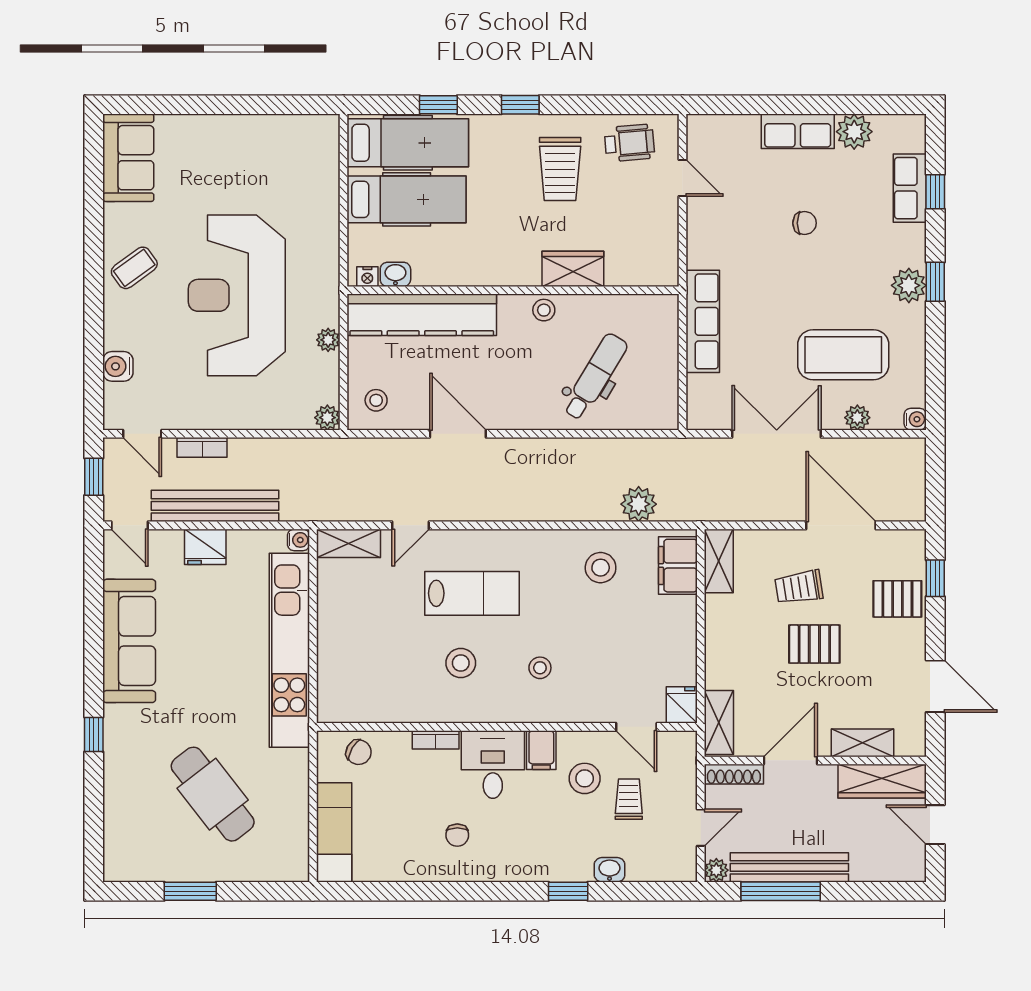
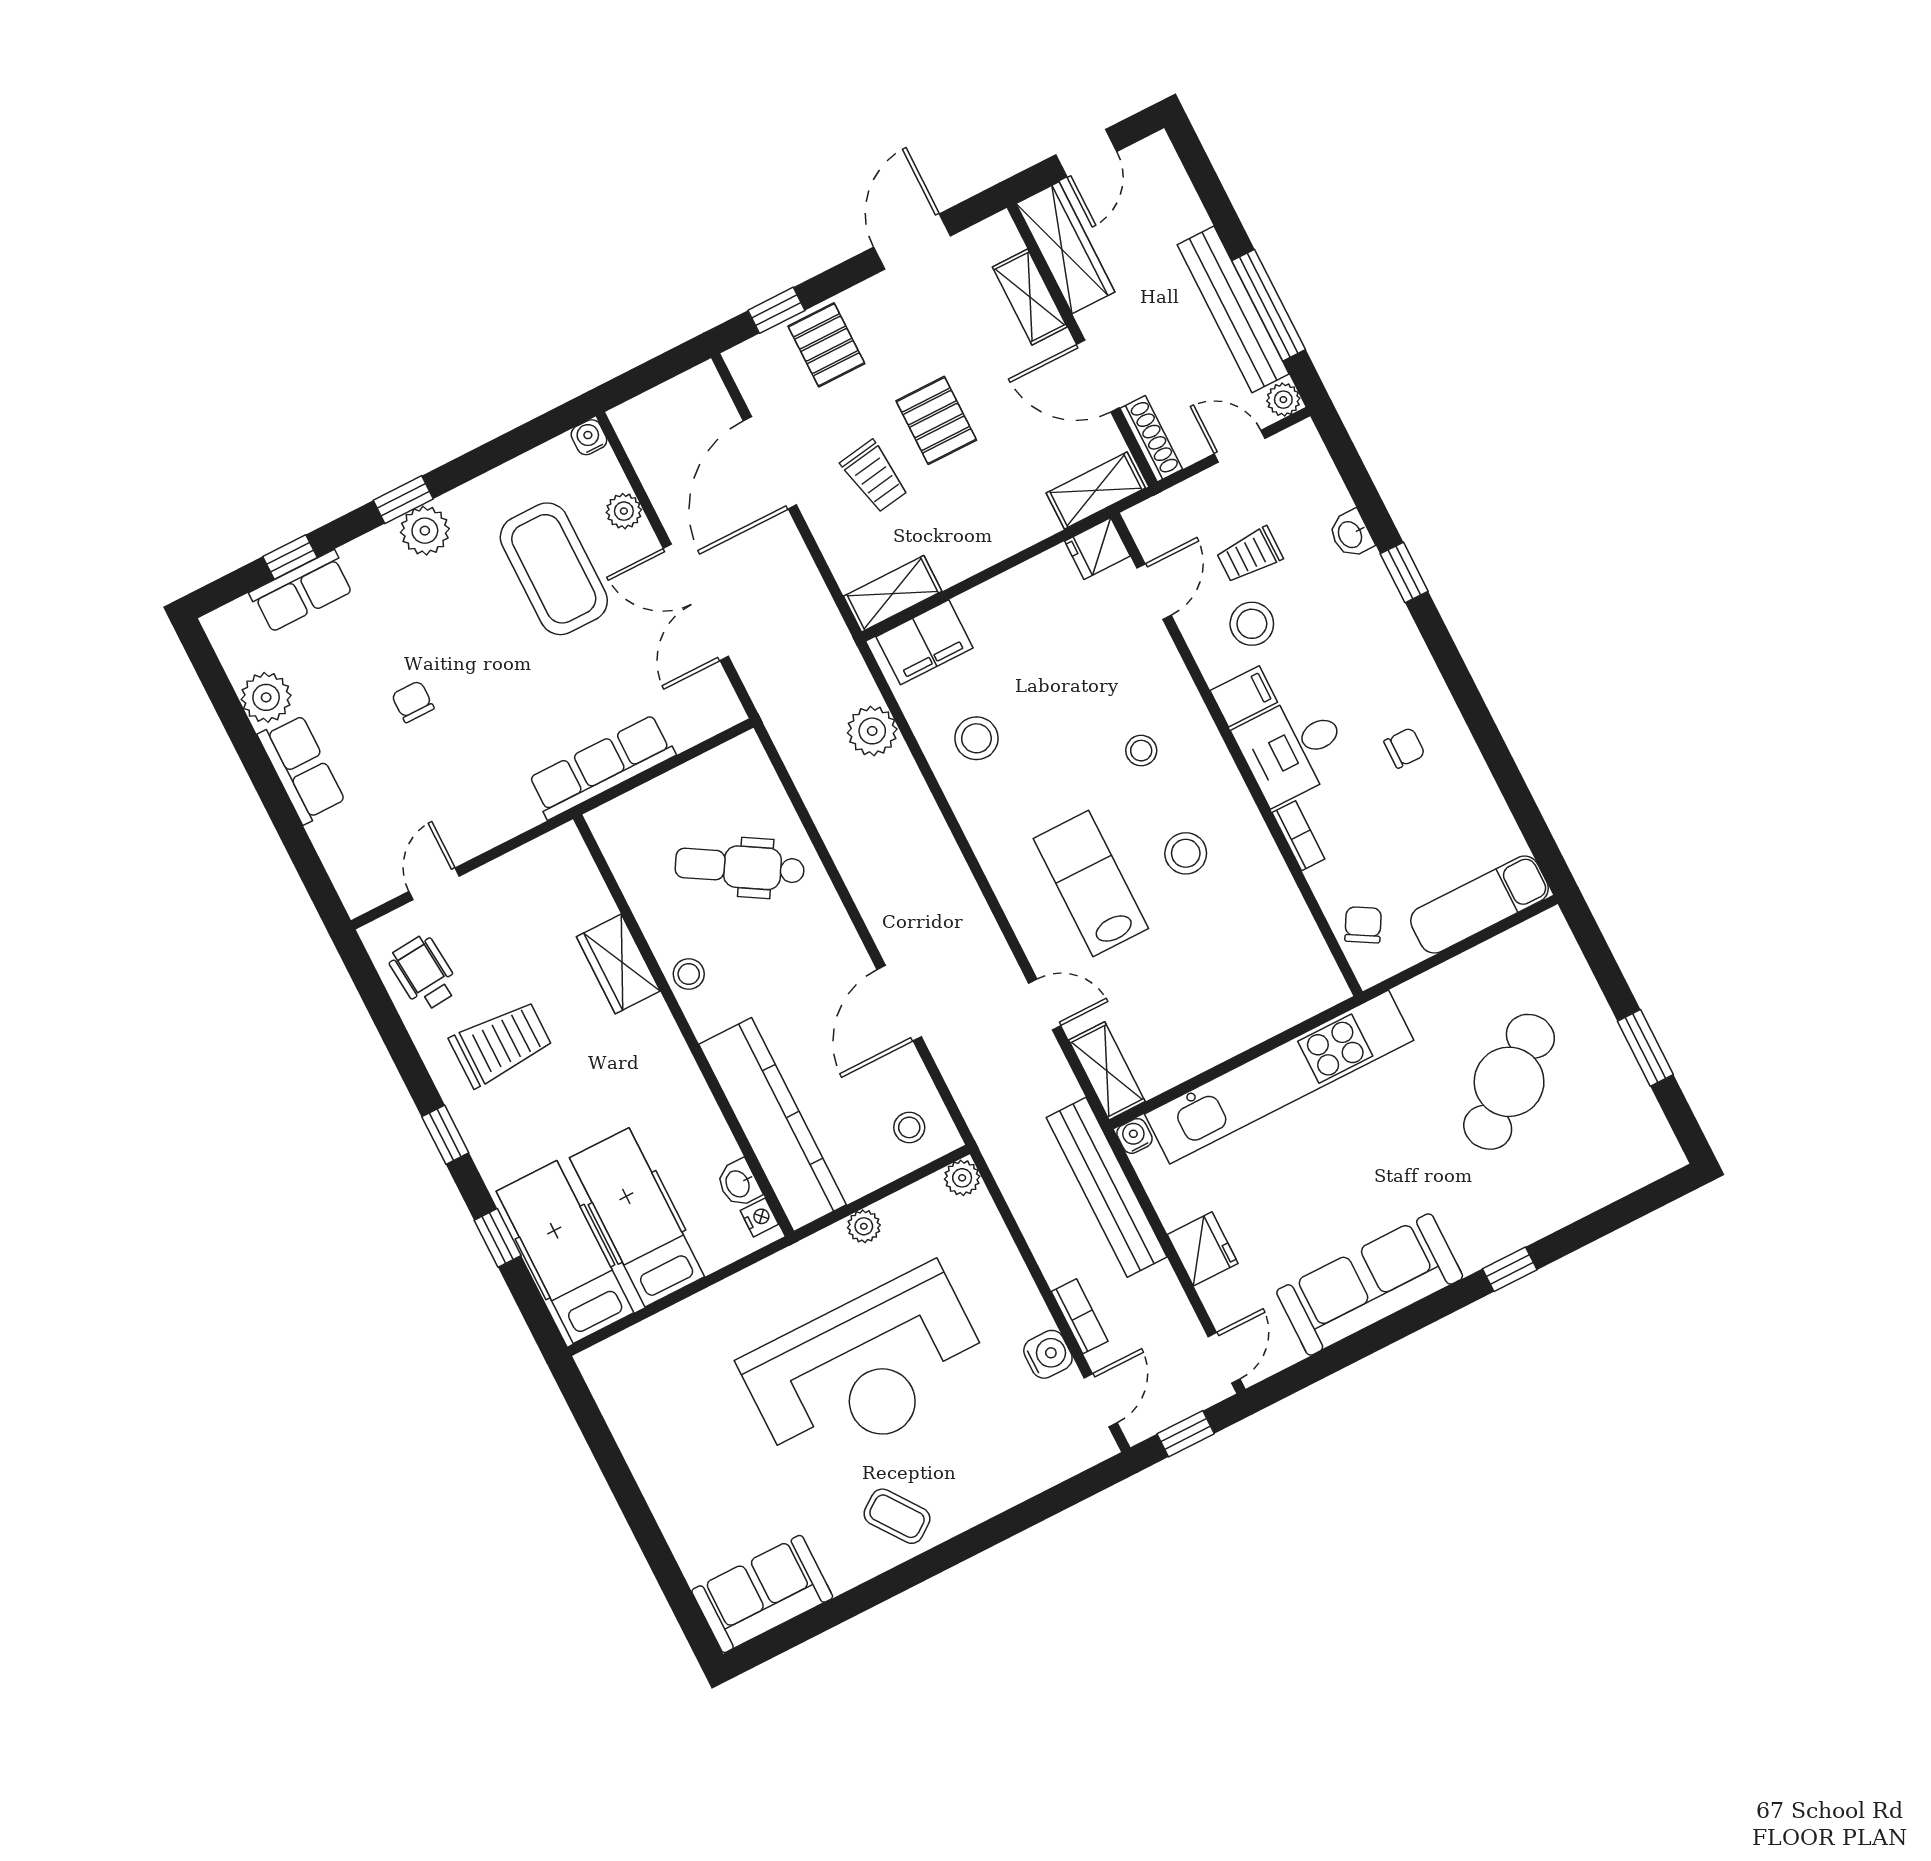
water cooler: (118, 366) -> (1048, 1354), moved, turned -90
bench: (215, 506) -> (1107, 1187), moved

